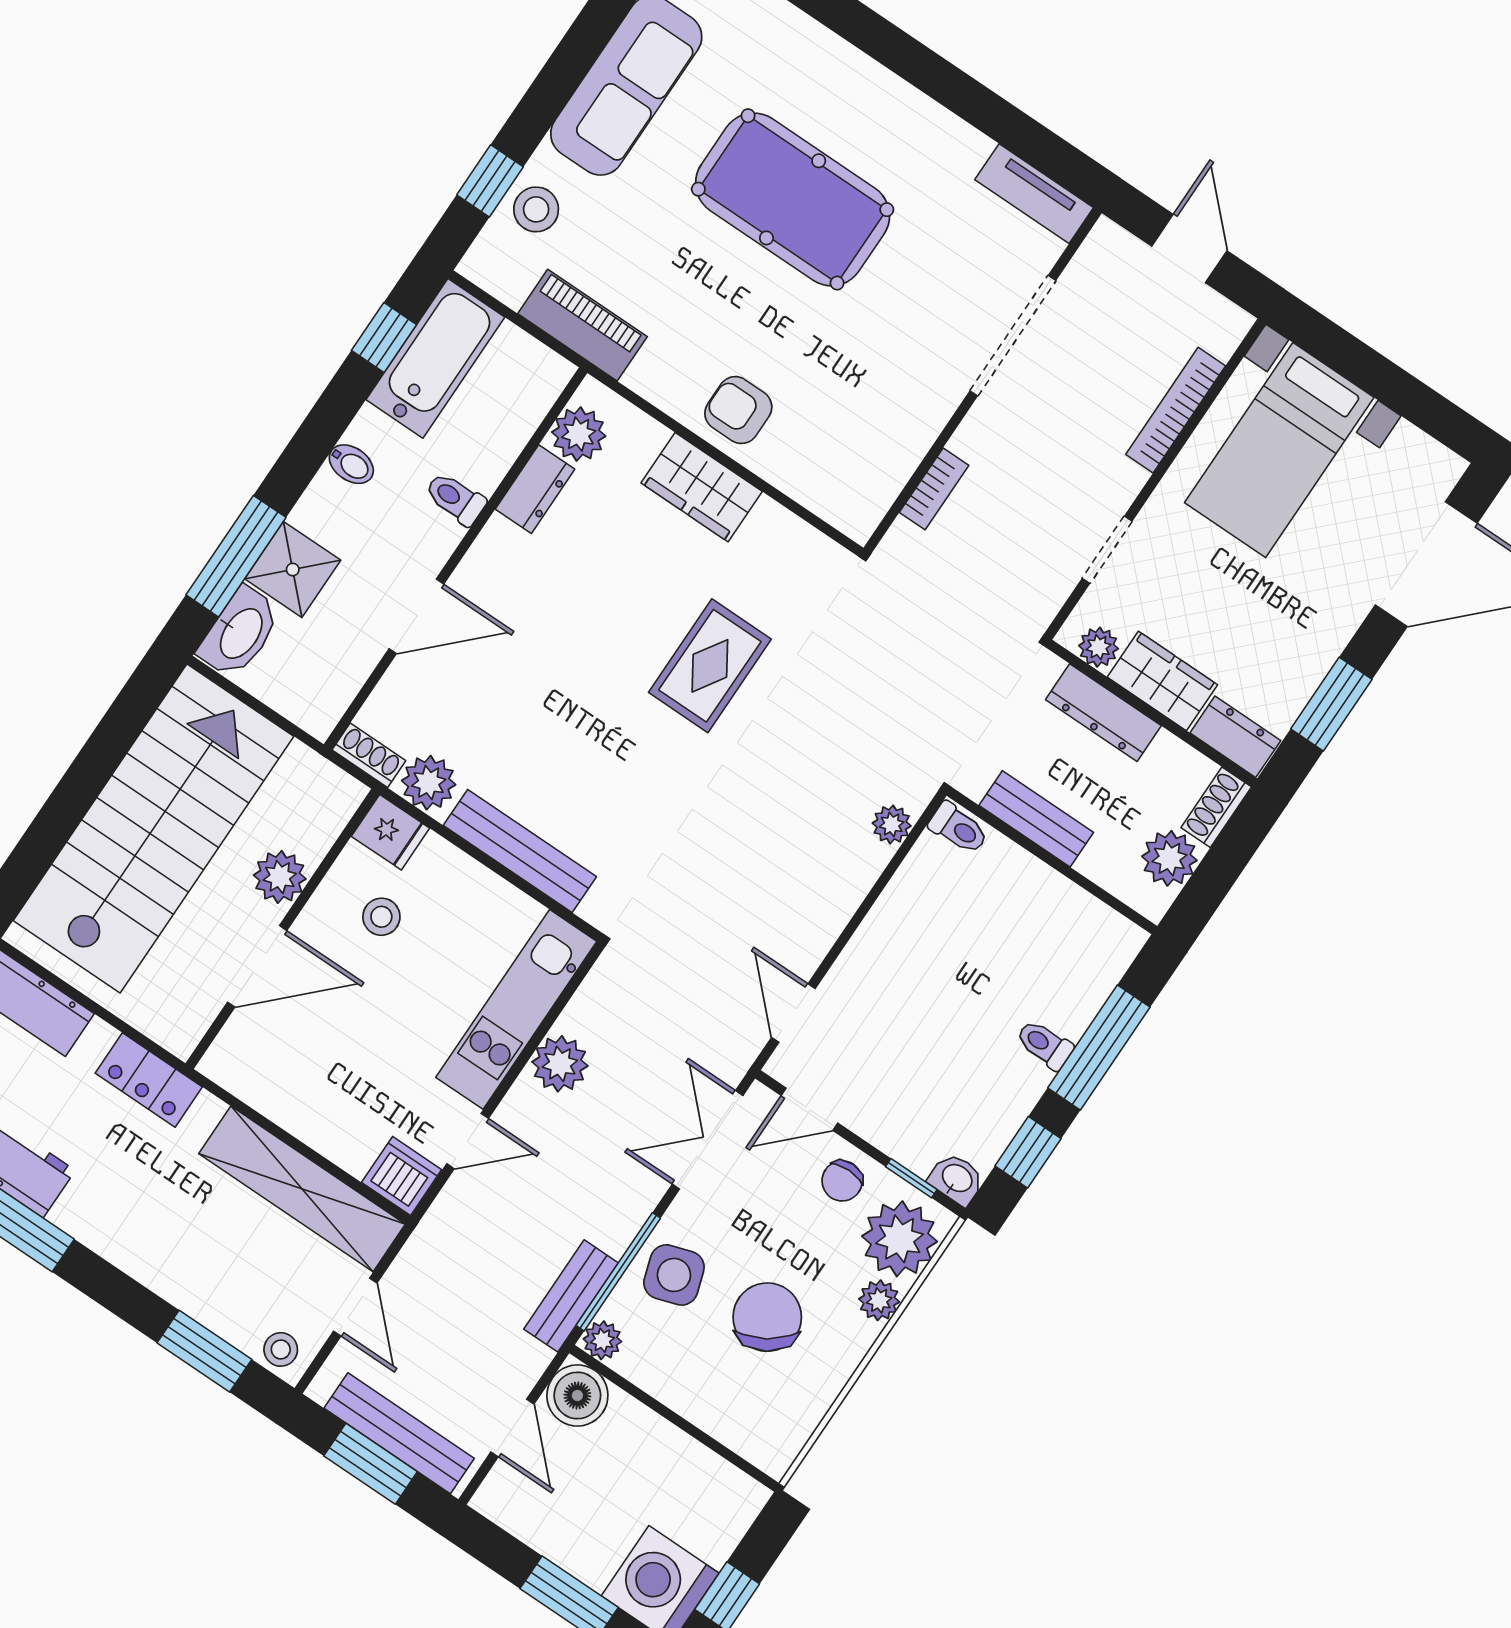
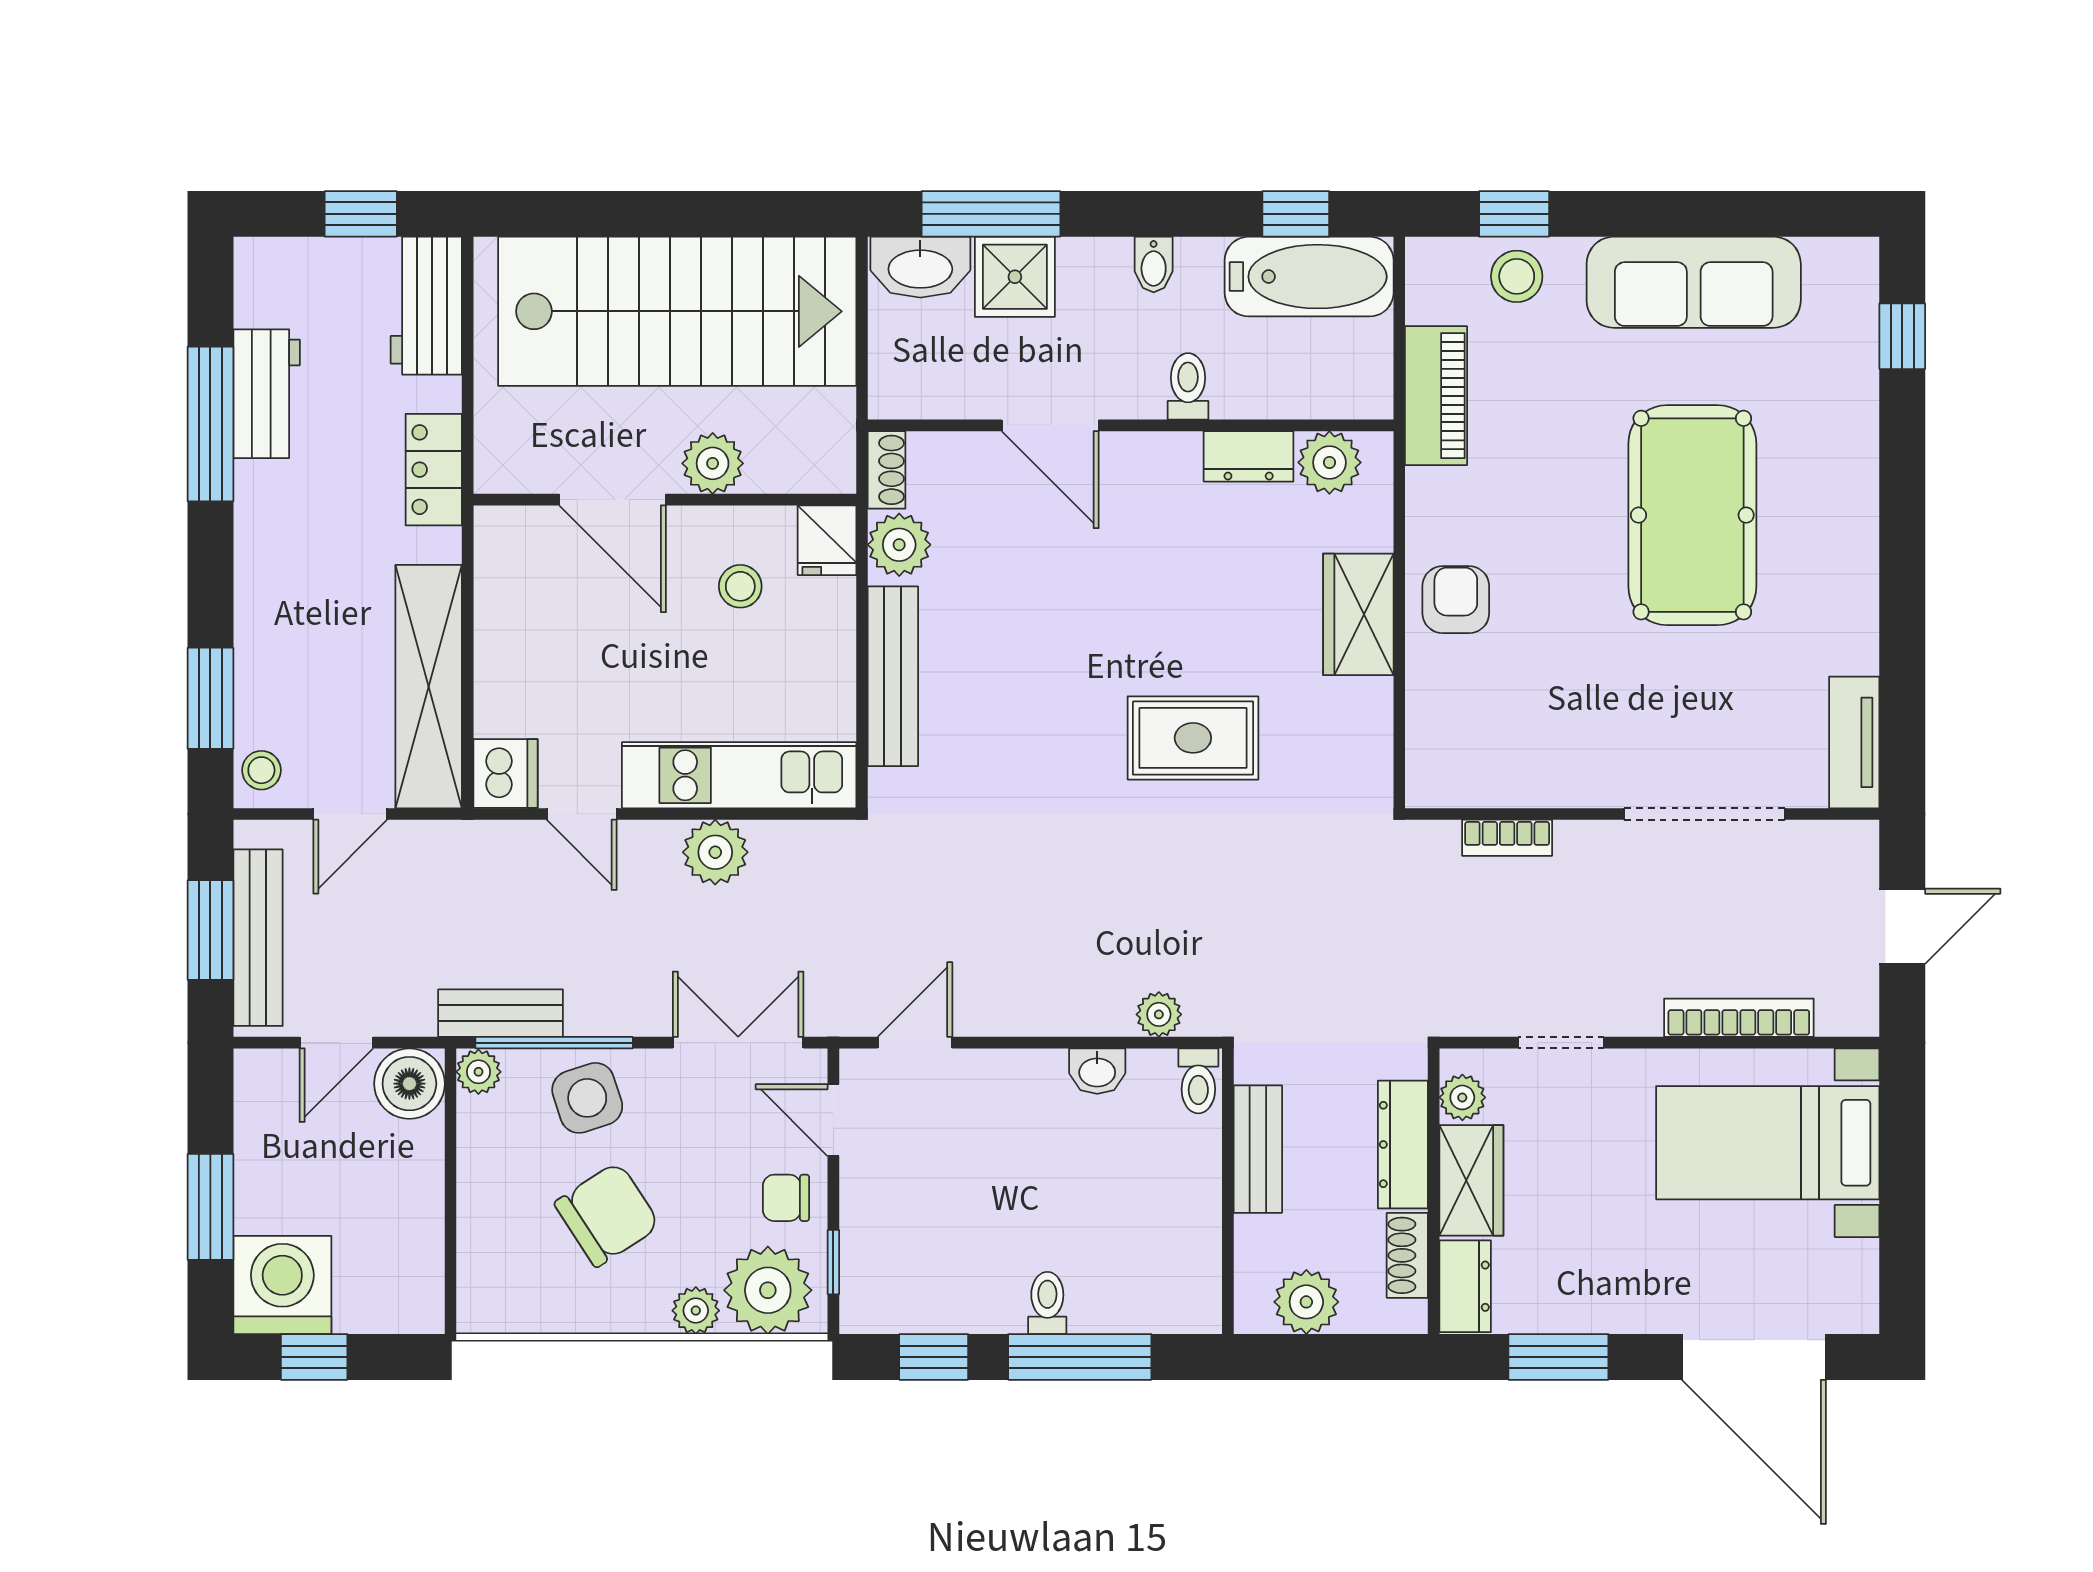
shoe rack: (1216, 807) -> (1407, 1255), moved, turned -90
washbasin: (957, 1179) -> (1097, 1071), moved, turned 90

